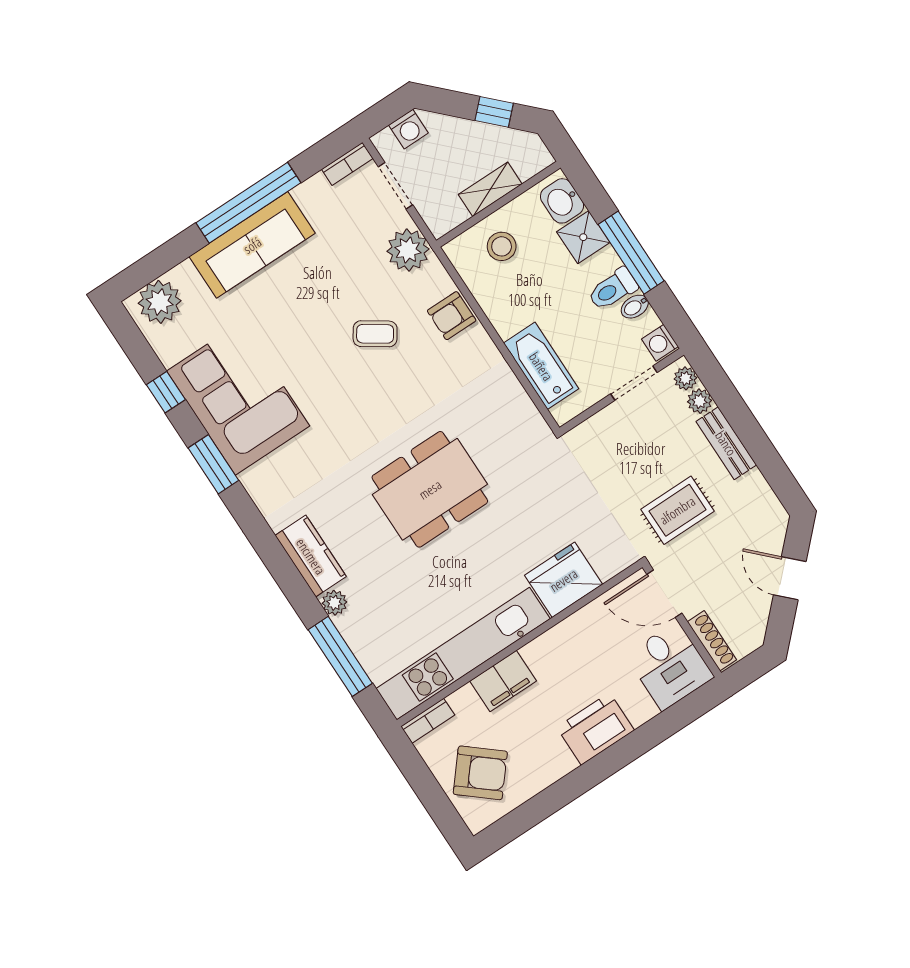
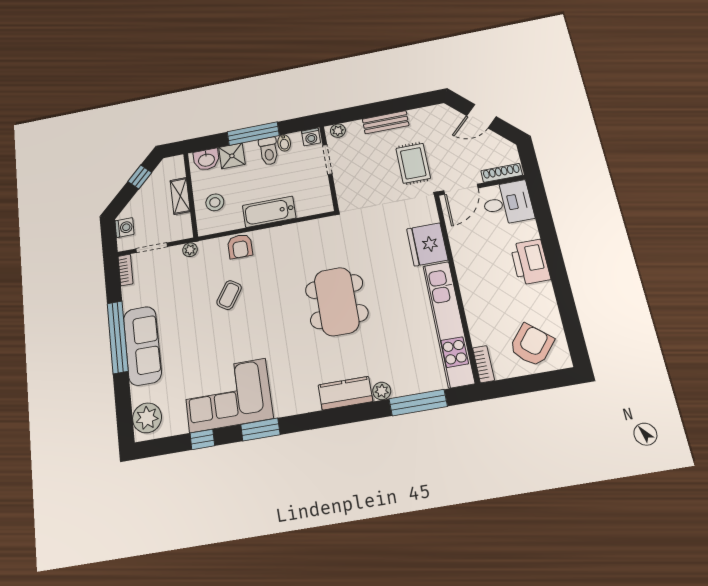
plant: (408, 250) -> (190, 250), width x0.53, depth x0.53
bathtub: (541, 366) -> (269, 212), moved
plant: (700, 401) -> (354, 128), removed
filing cabinet: (503, 681) -> (476, 306), removed

